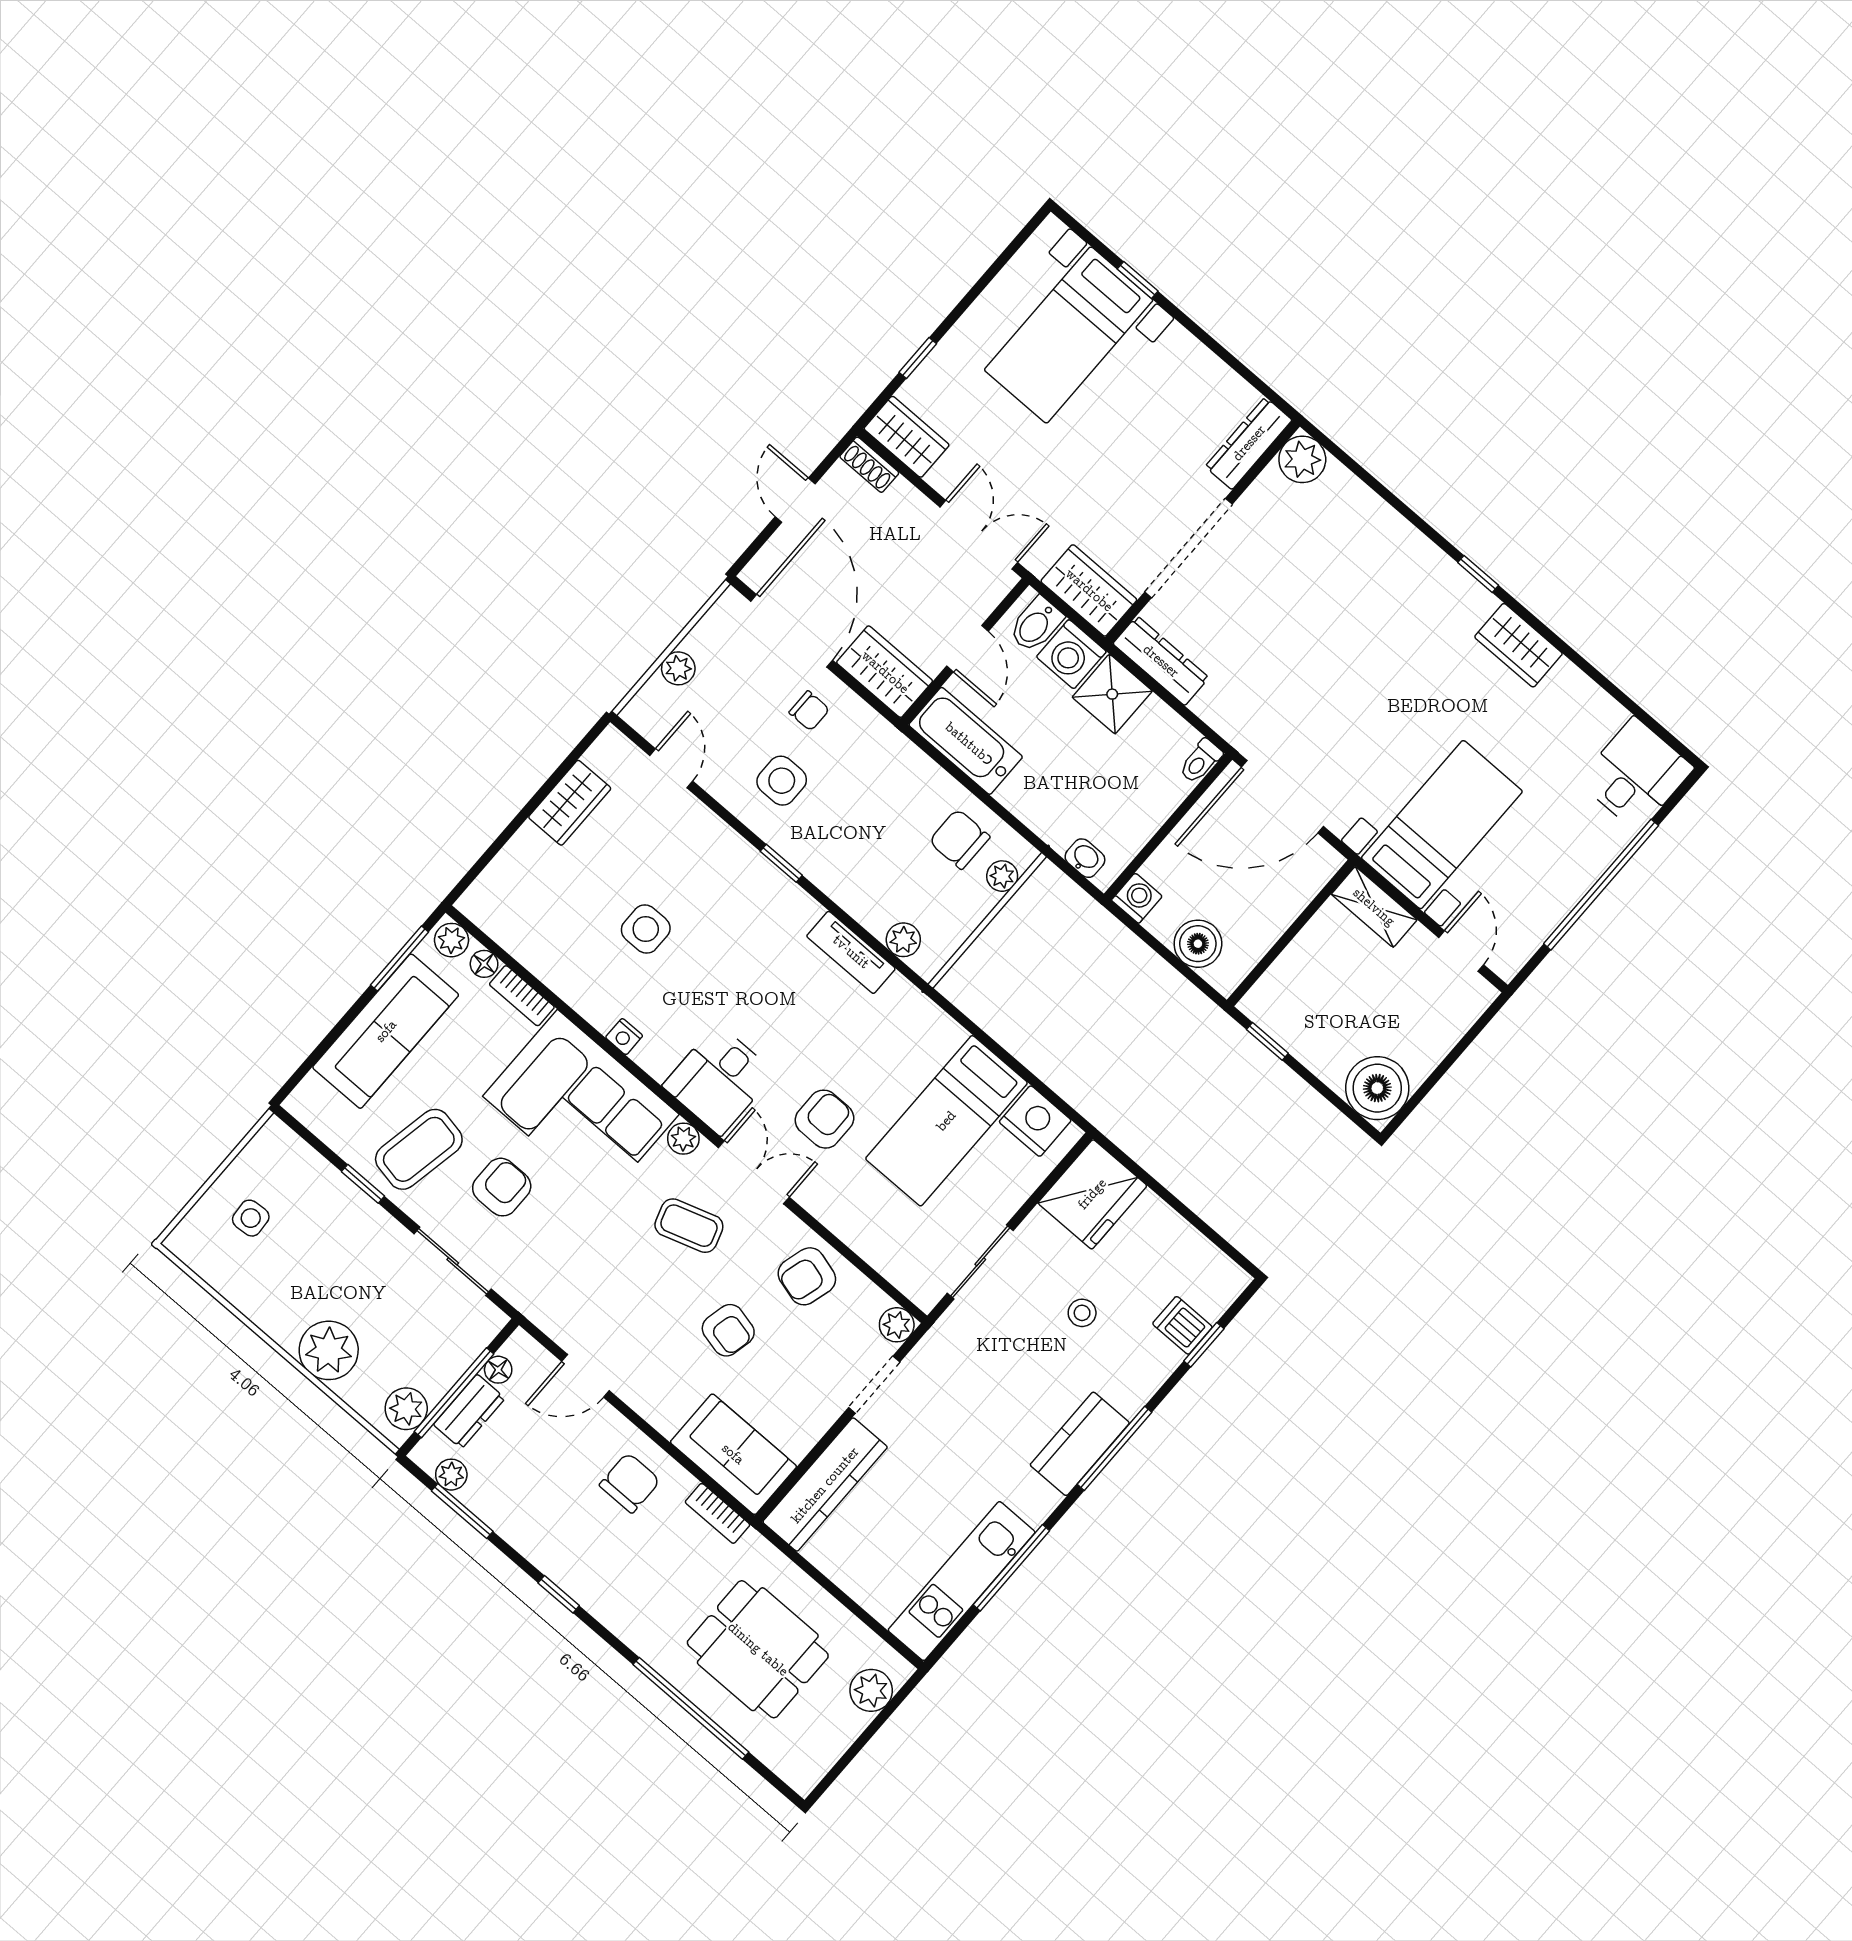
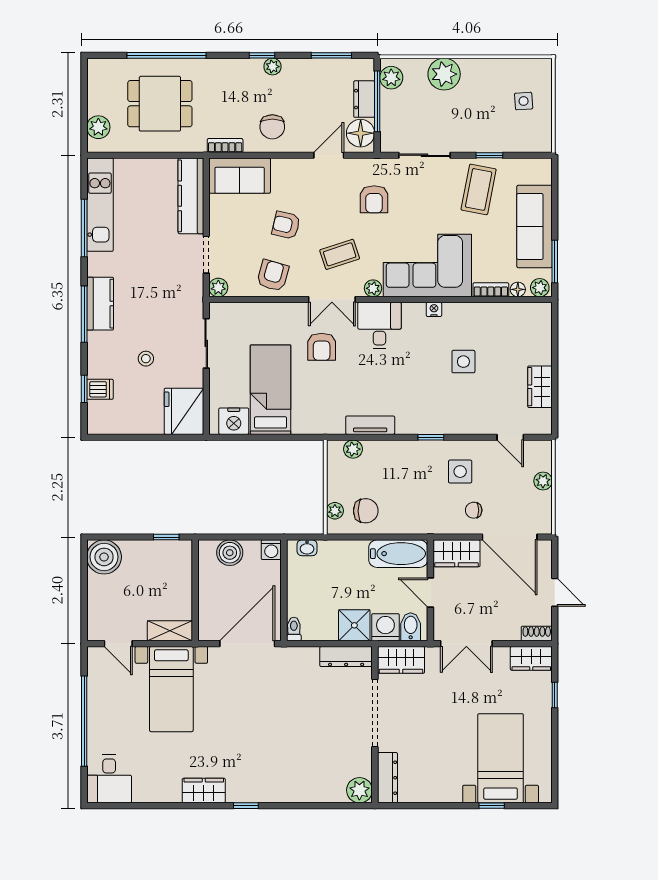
armchair: (502, 1187) -> (374, 199), moved
floor lamp: (498, 1370) -> (361, 133), width x1.89, depth x1.89
plant: (451, 1475) -> (272, 67), moved

